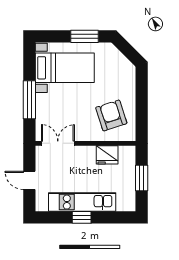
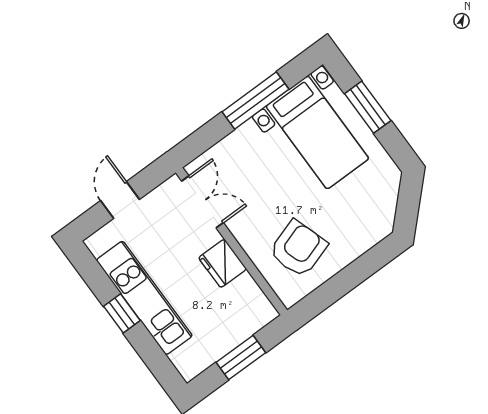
window: (85, 36) -> (368, 107), moved
window: (29, 100) -> (255, 100), moved
fridge: (107, 155) -> (223, 263), moved

